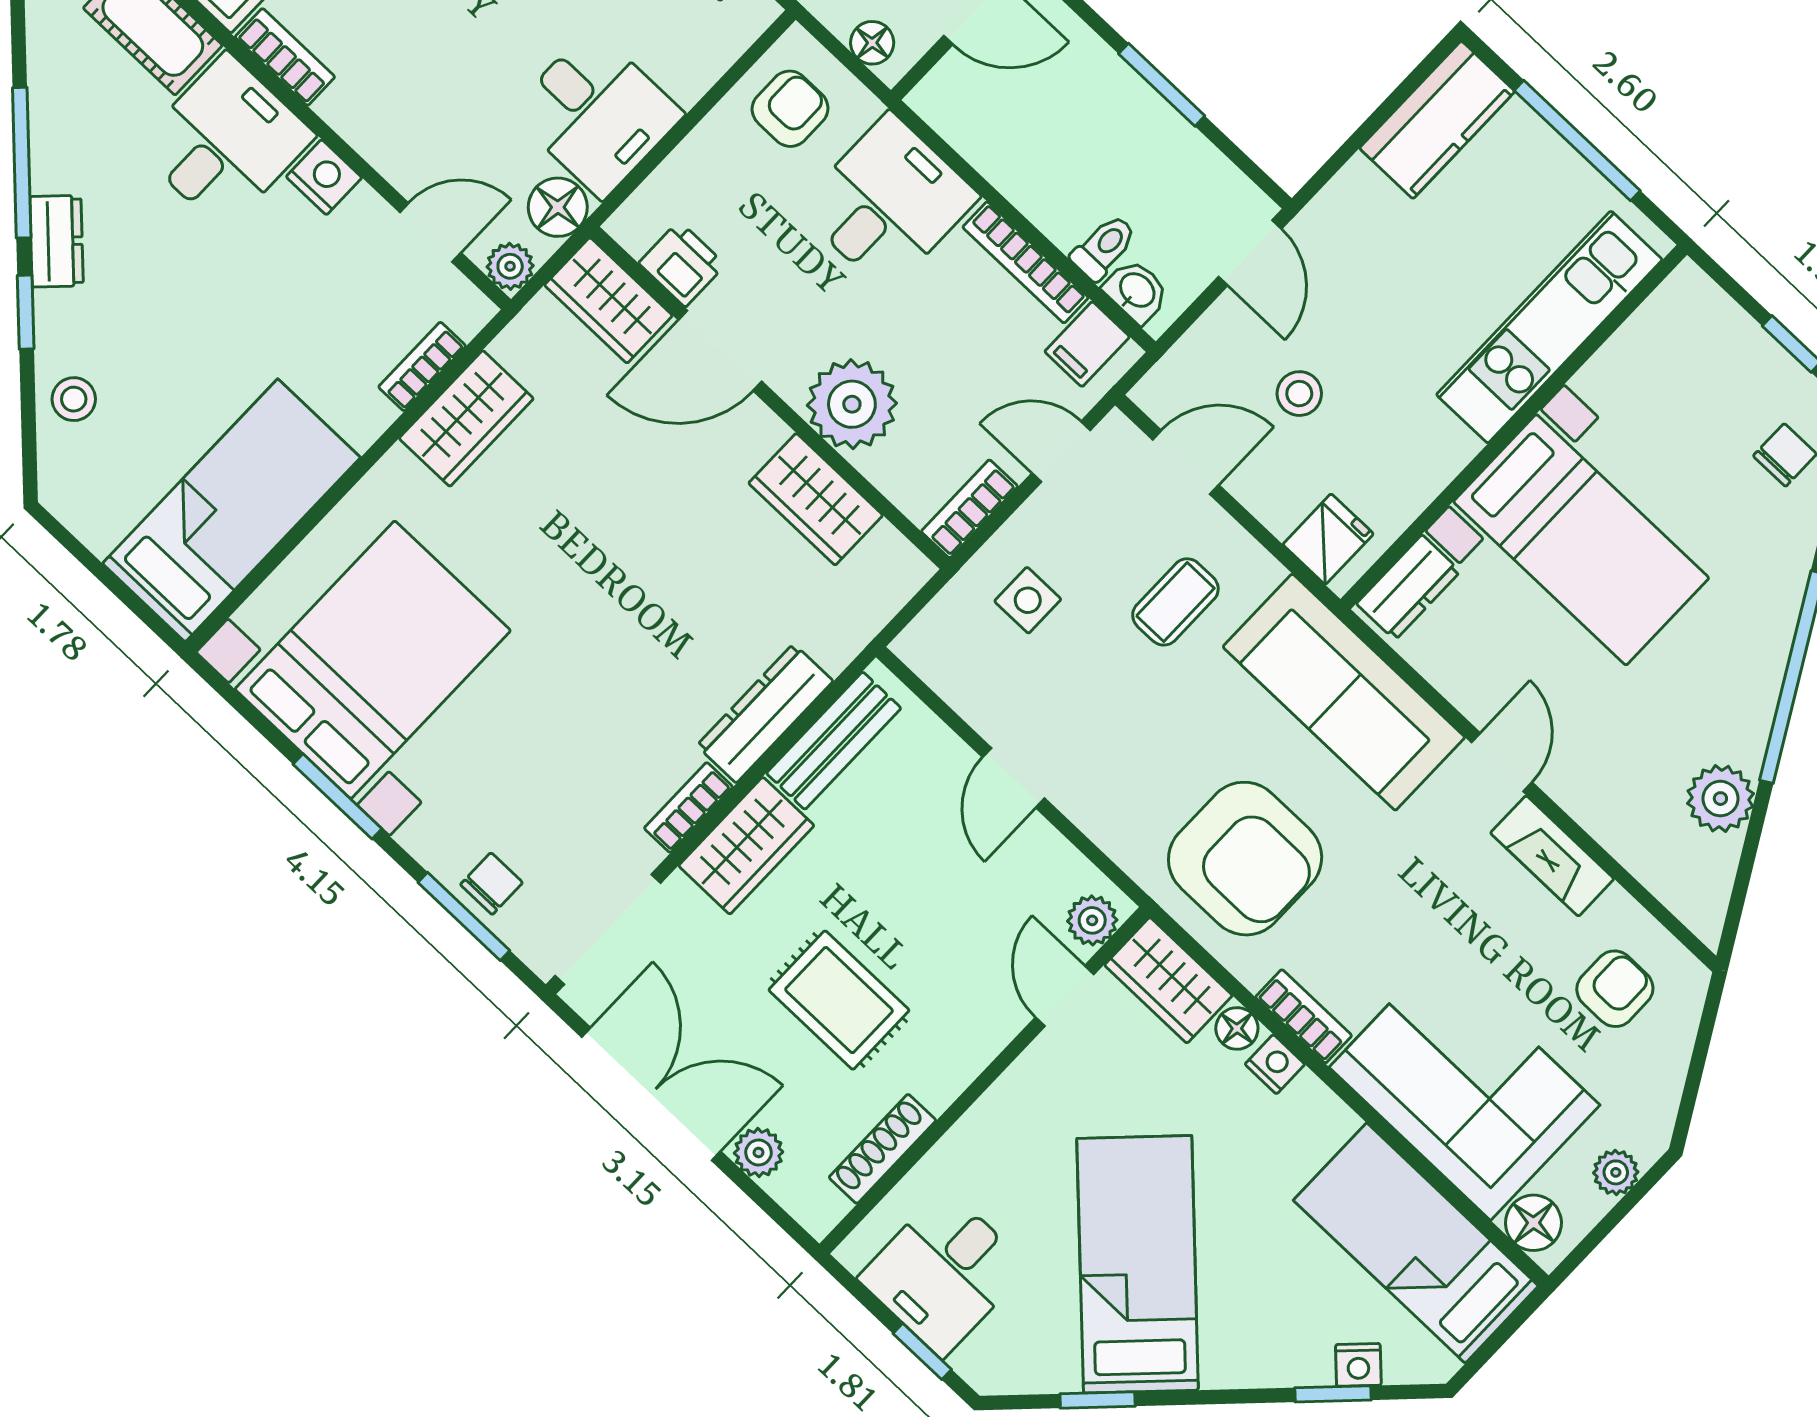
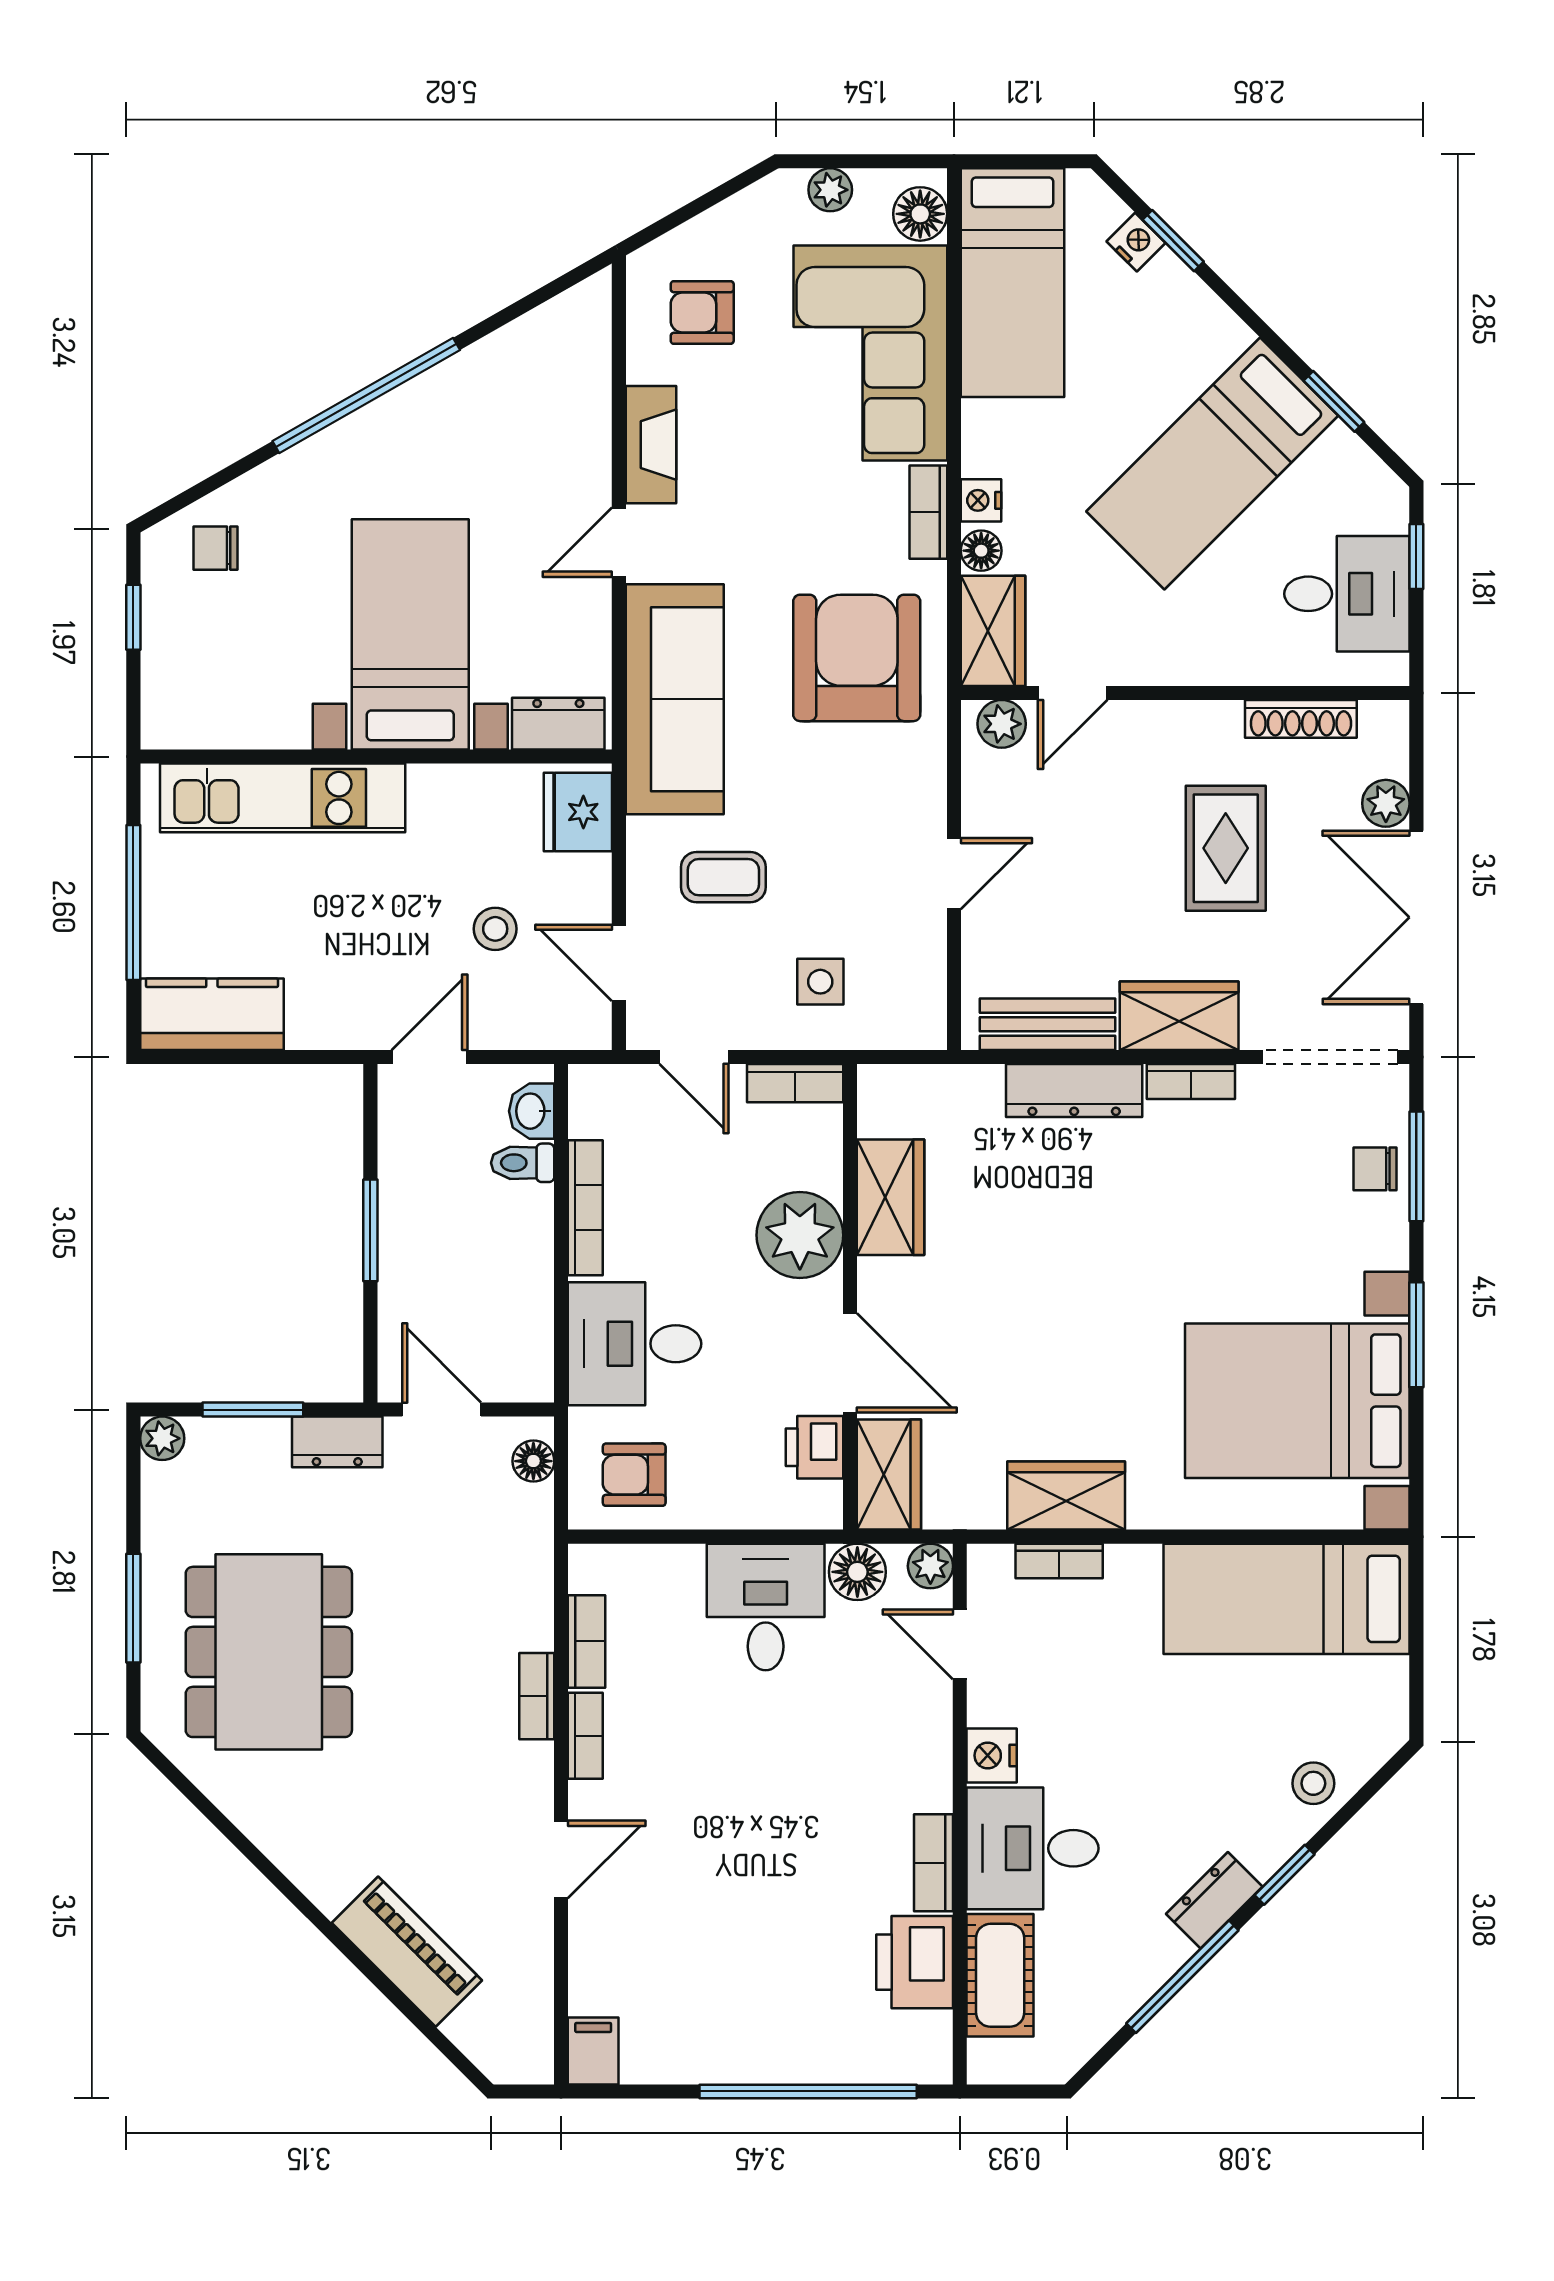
filing cabinet: (1087, 344) -> (602, 1110), removed
fridge: (1328, 539) -> (578, 812), width x1.38
plant: (1720, 799) -> (499, 365), removed

